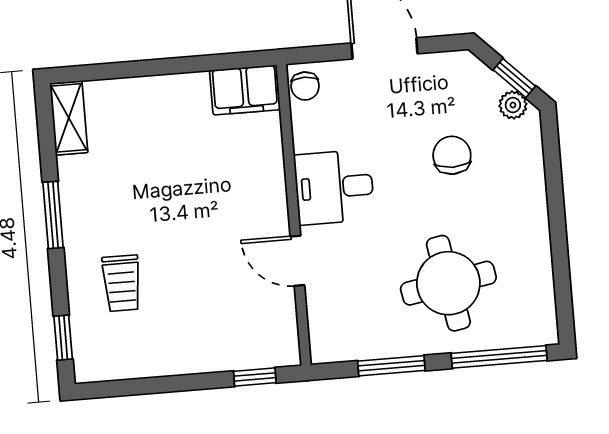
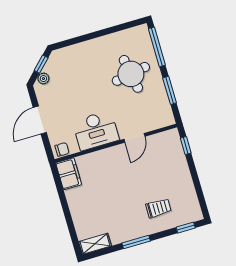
plant: (513, 105) -> (43, 79), moved
chair: (452, 155) -> (78, 83), removed
desk: (334, 187) -> (96, 130), width x1.37

